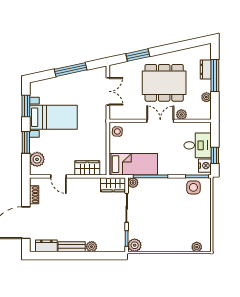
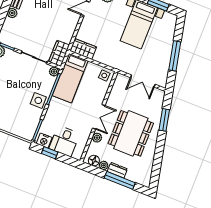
dresser: (206, 69) -> (117, 170), moved
floor lamp: (205, 109) -> (94, 161), added
wardrobe: (87, 168) -> (83, 49), moved, turned -90
side table: (193, 187) -> (38, 100), moved

